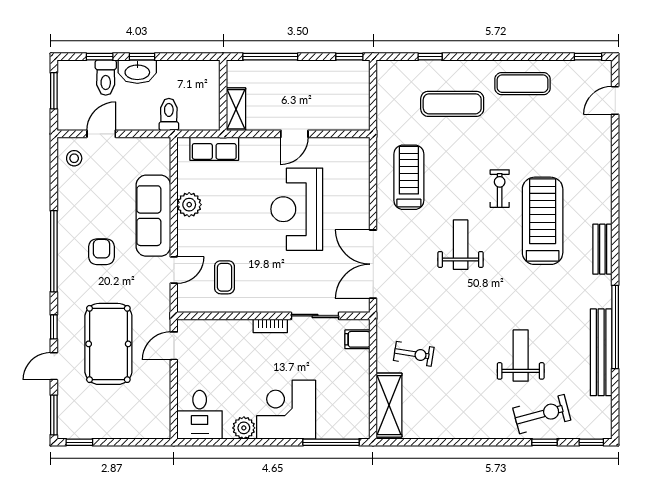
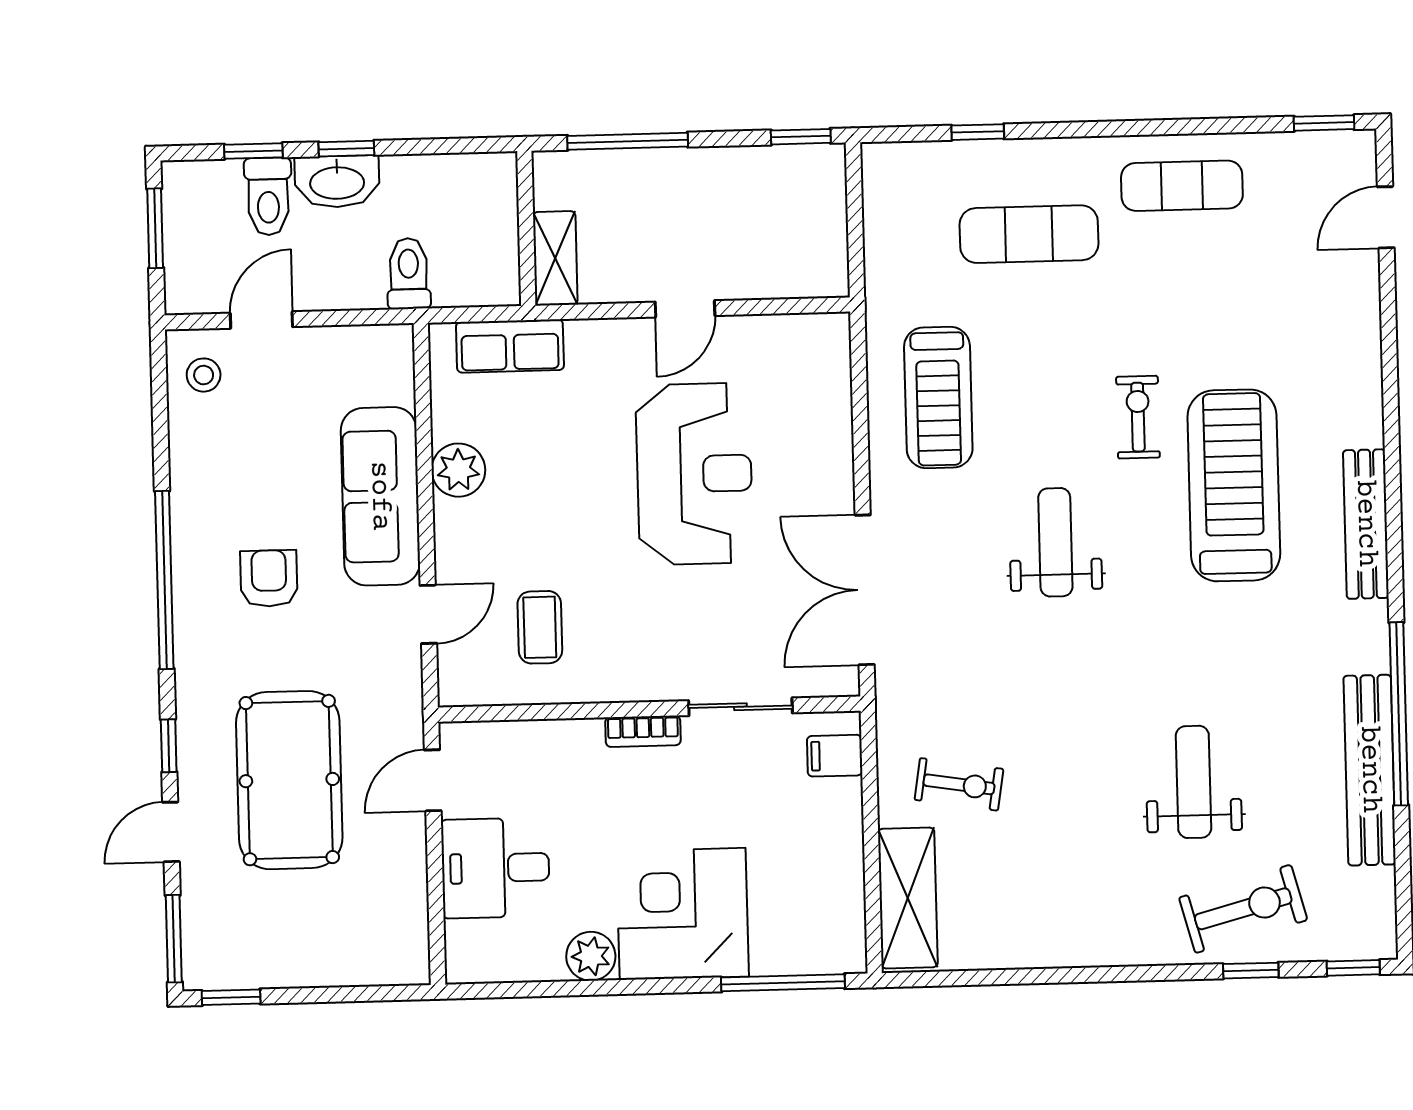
treadmill: (409, 177) -> (938, 398), turned 180
reception desk: (297, 209) -> (694, 474), turned 180
bench: (602, 249) -> (1366, 524), width x1.36
desk: (200, 415) -> (495, 868), moved, turned 90

